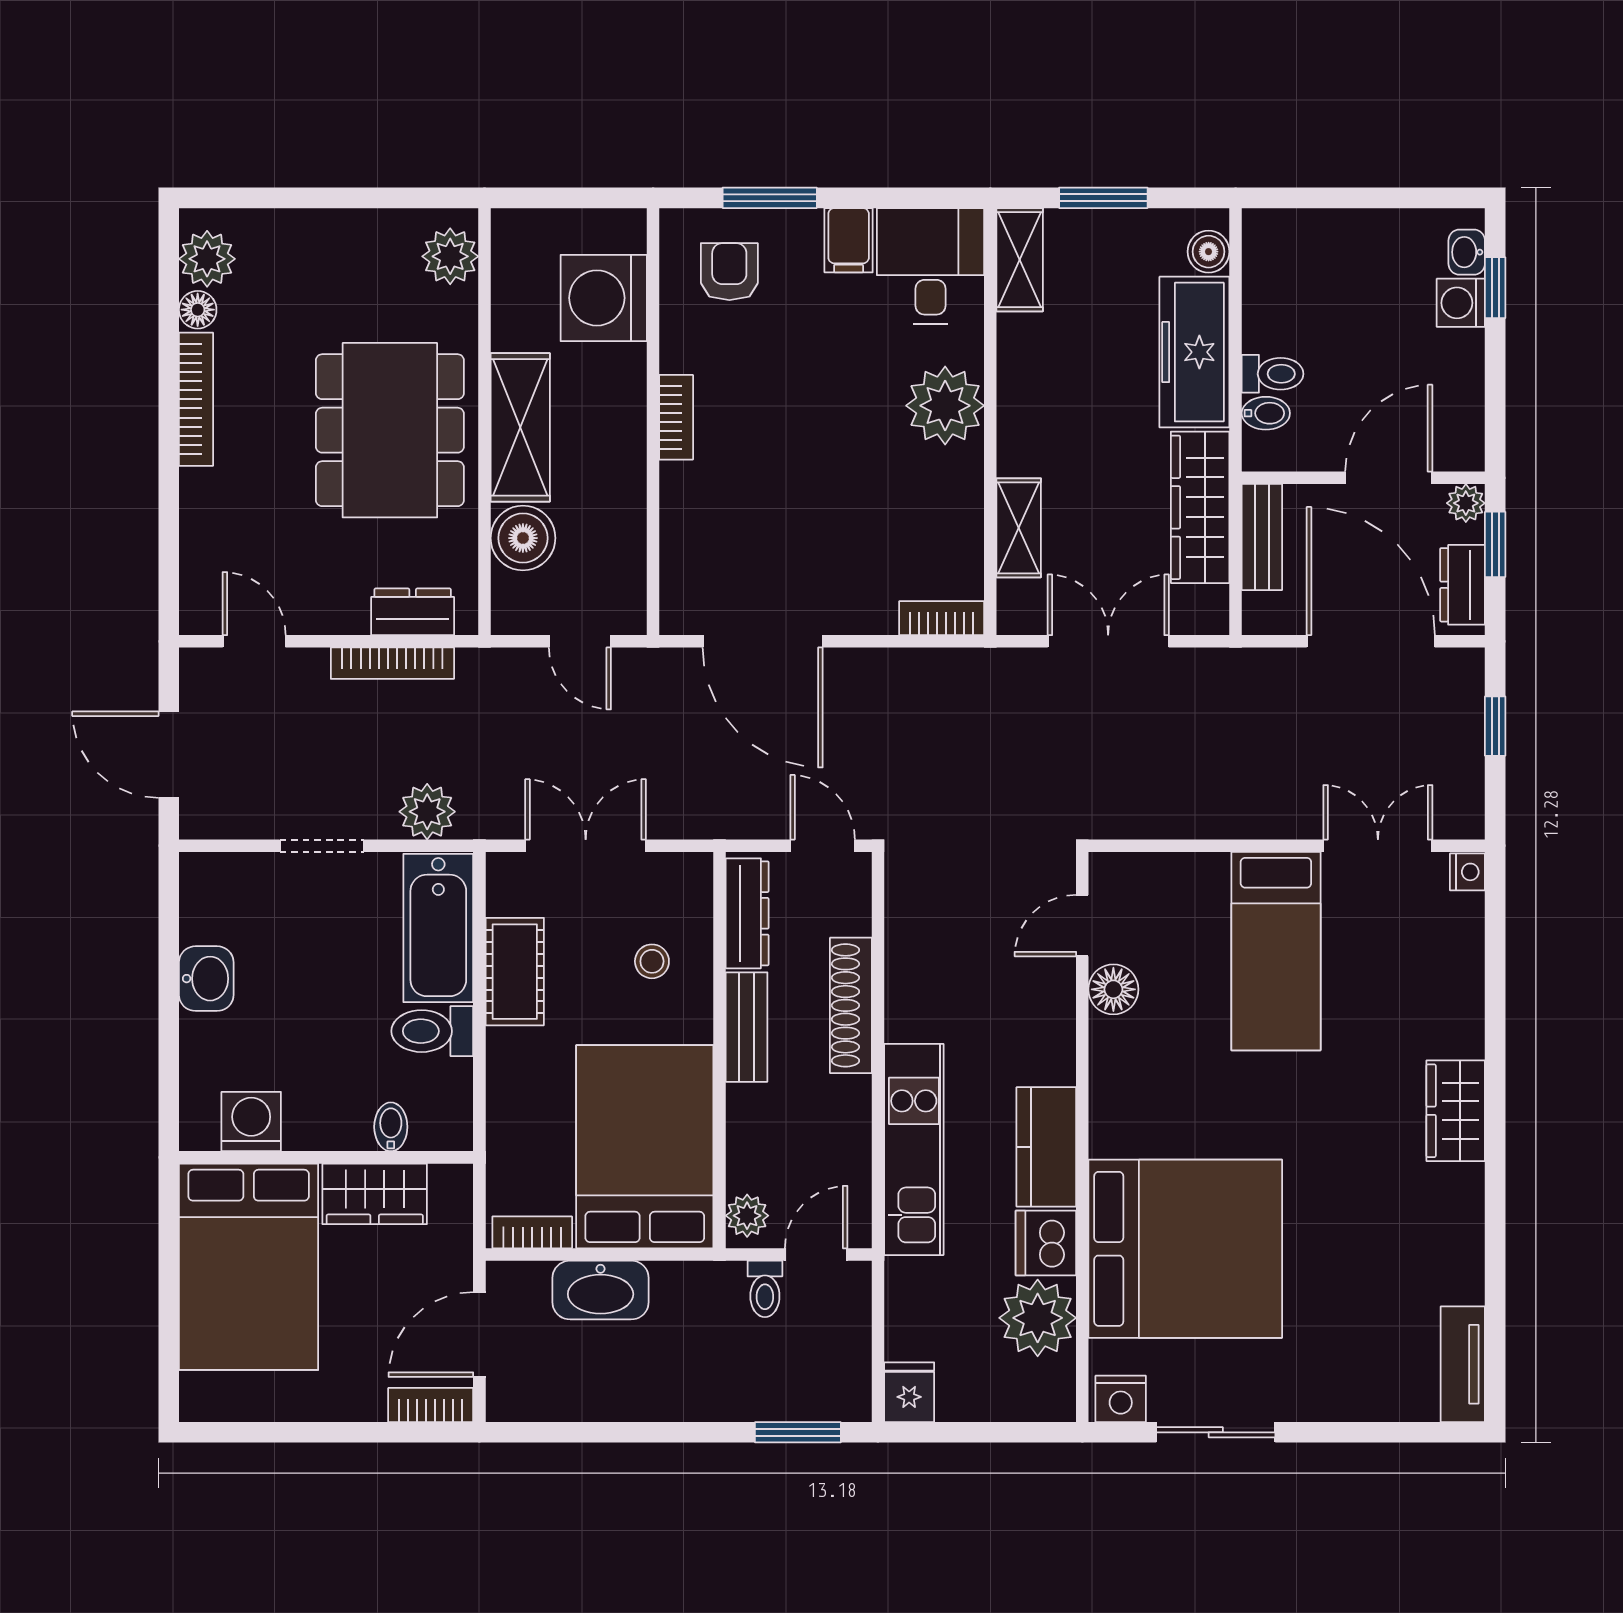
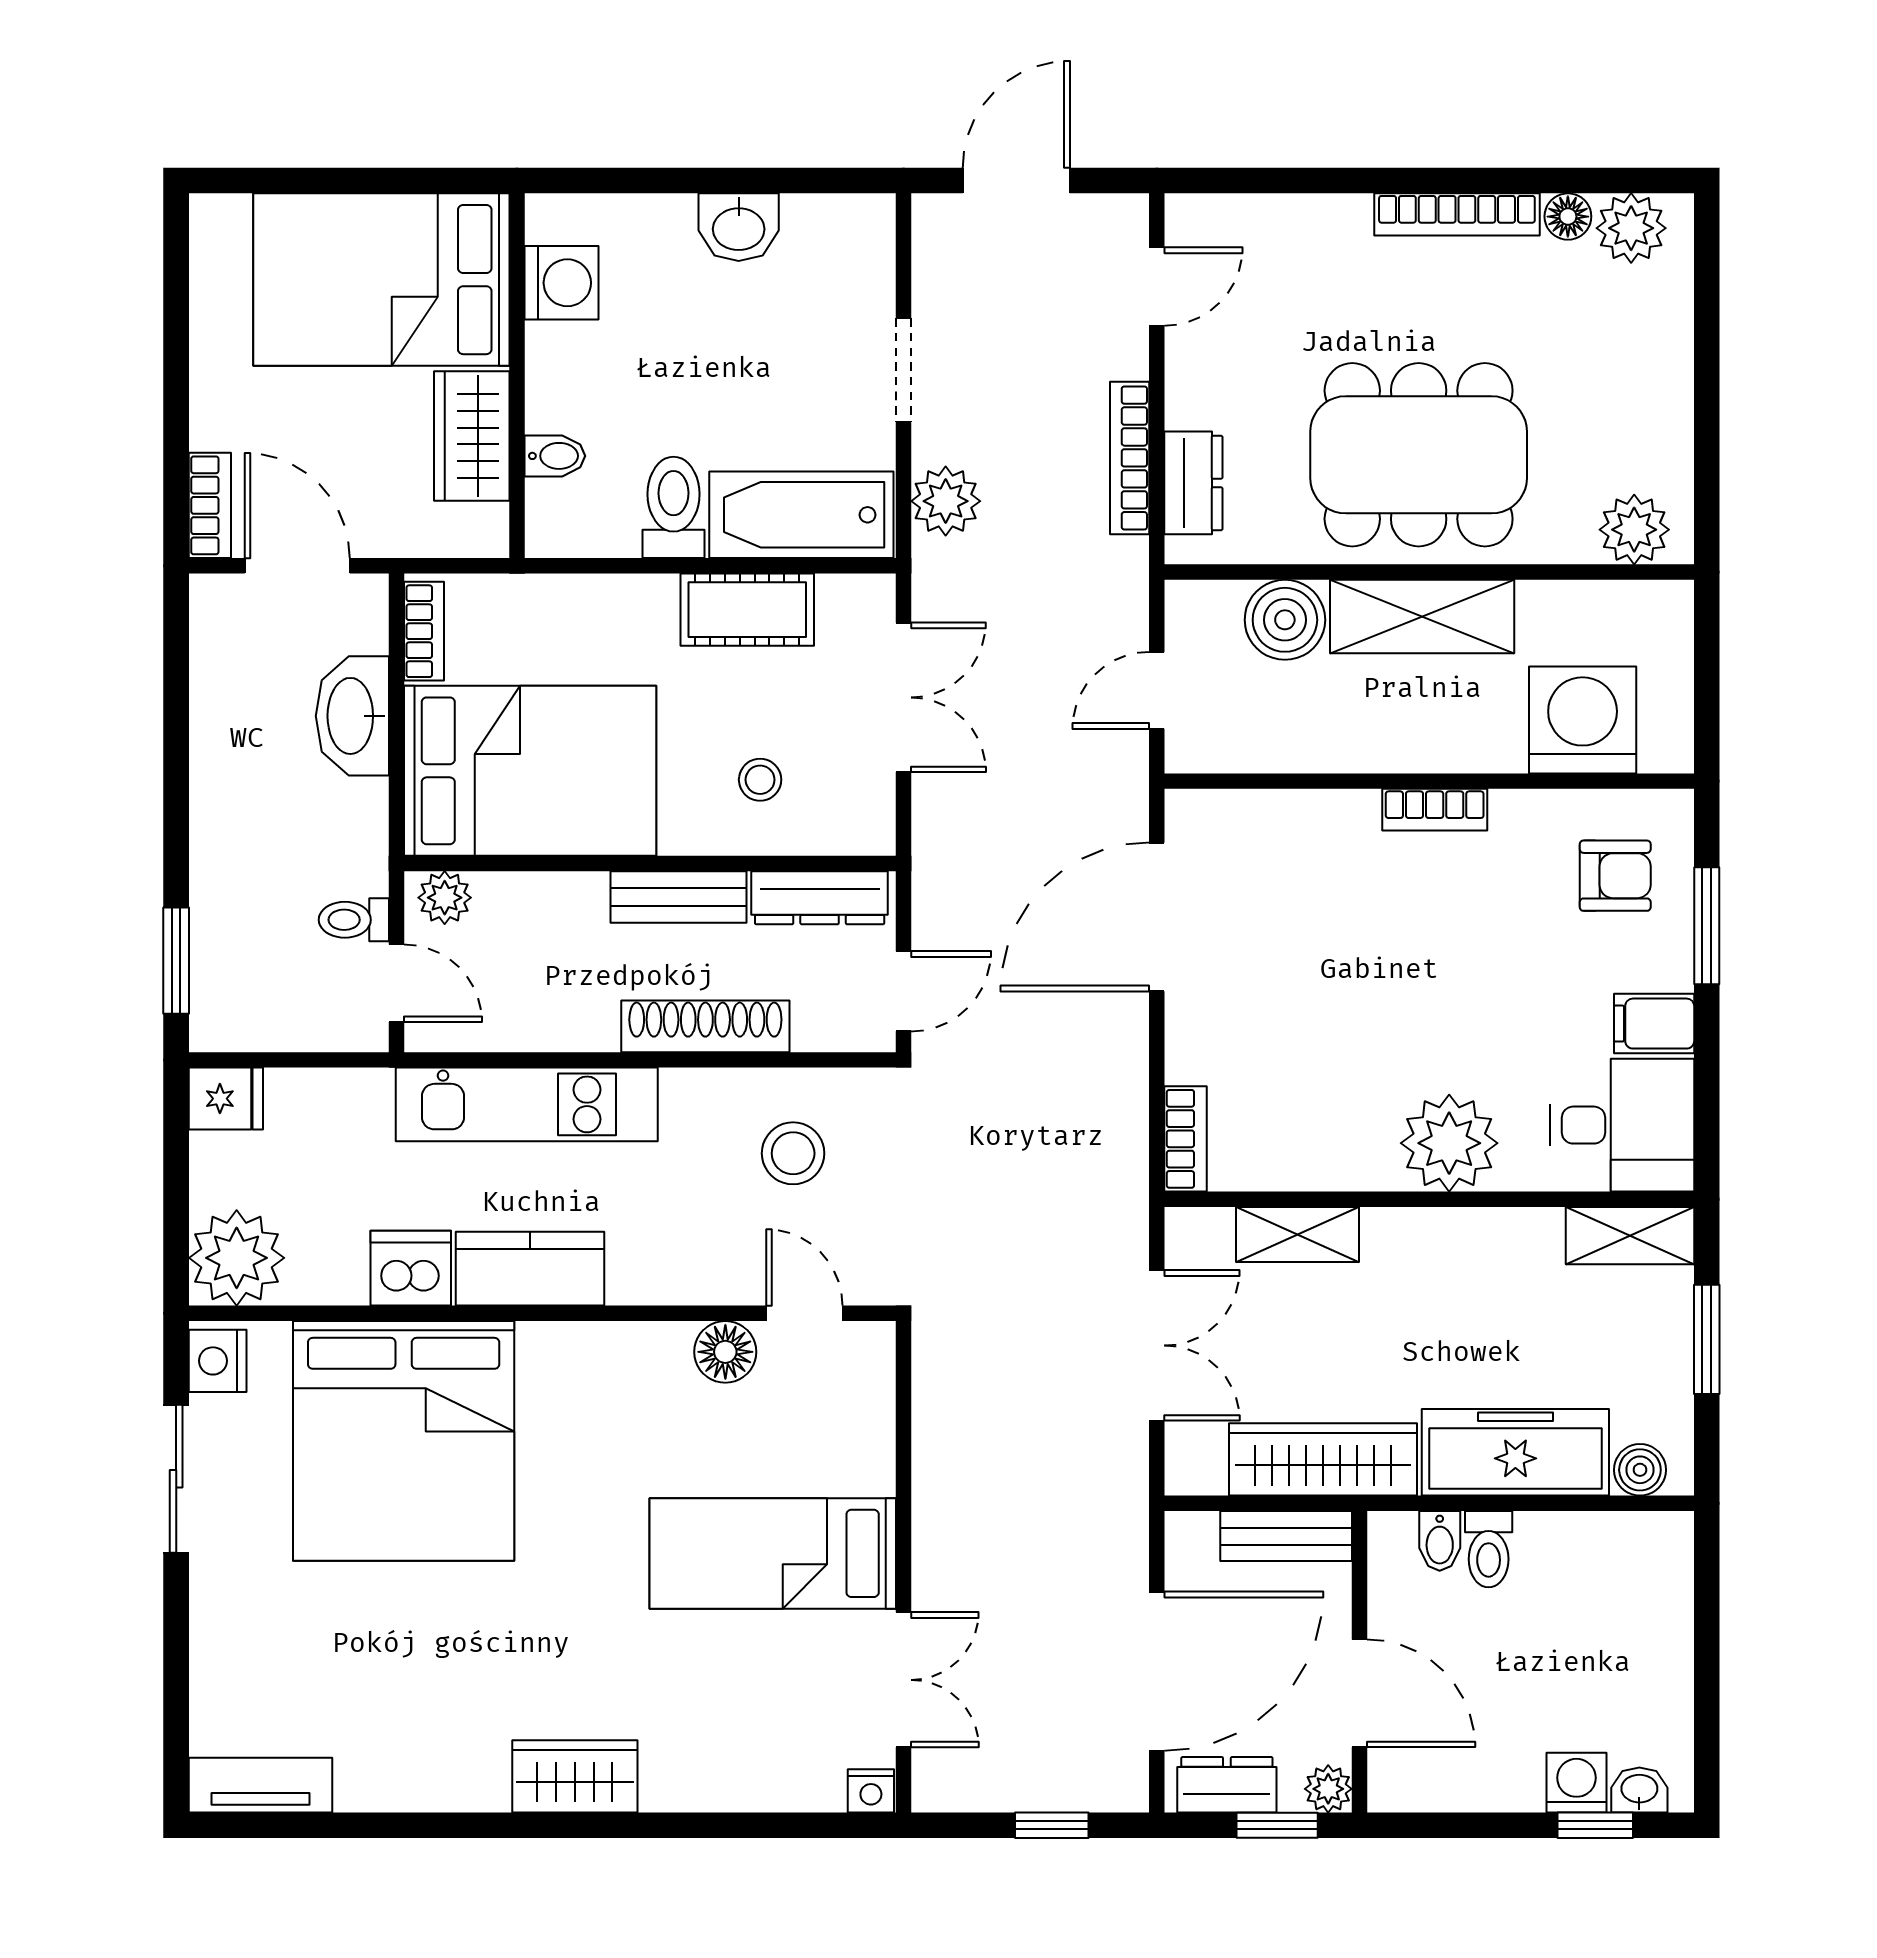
stool: (953, 935) -> (793, 1153), added
plant: (1038, 1318) -> (237, 1258), moved

